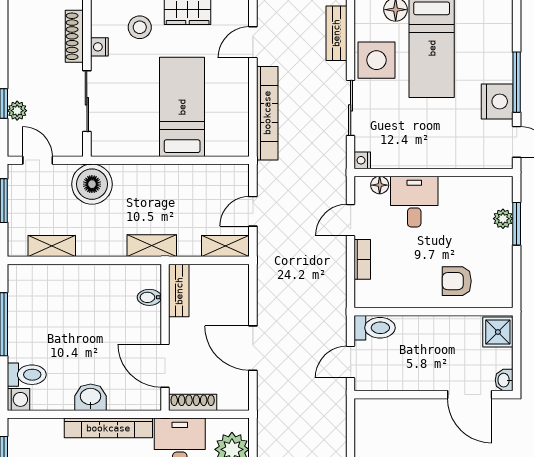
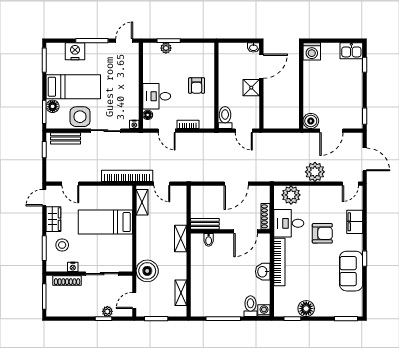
nightstand: (497, 101) -> (75, 51), moved
bookcase: (267, 113) -> (127, 176), moved
shelving: (225, 246) -> (142, 202), moved
armchair: (457, 281) -> (197, 86), moved
shower: (498, 332) -> (251, 88), moved

